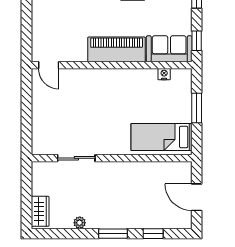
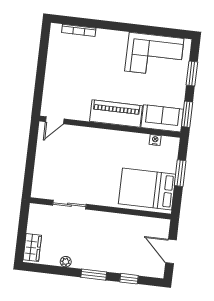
window: (197, 41) -> (187, 114), width x1.50
door: (49, 65) -> (55, 120), hinge flipped
bed: (162, 137) -> (147, 189), width x1.50

